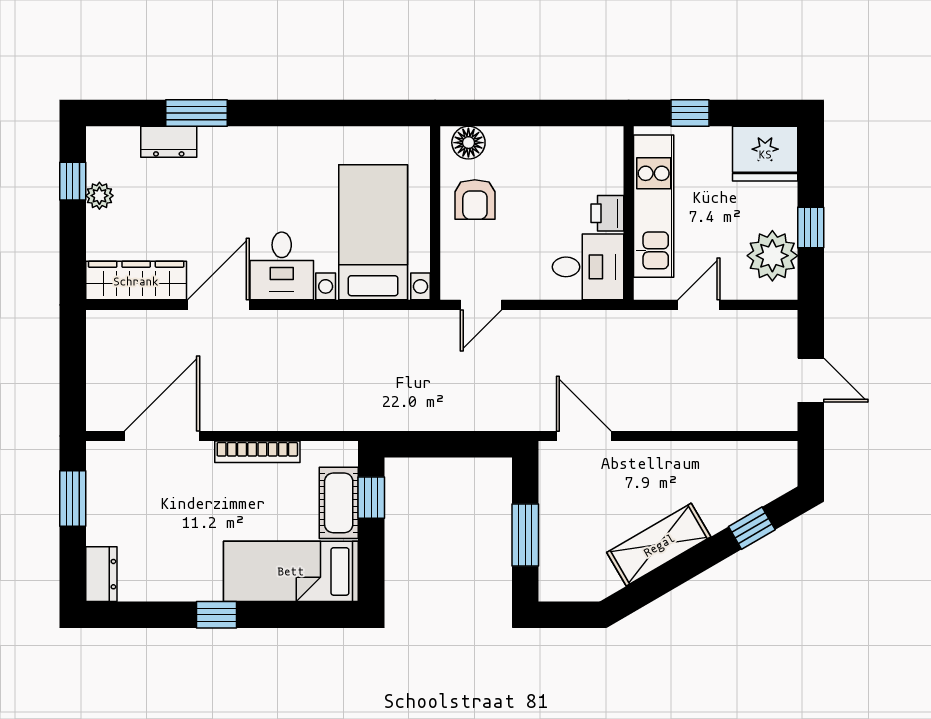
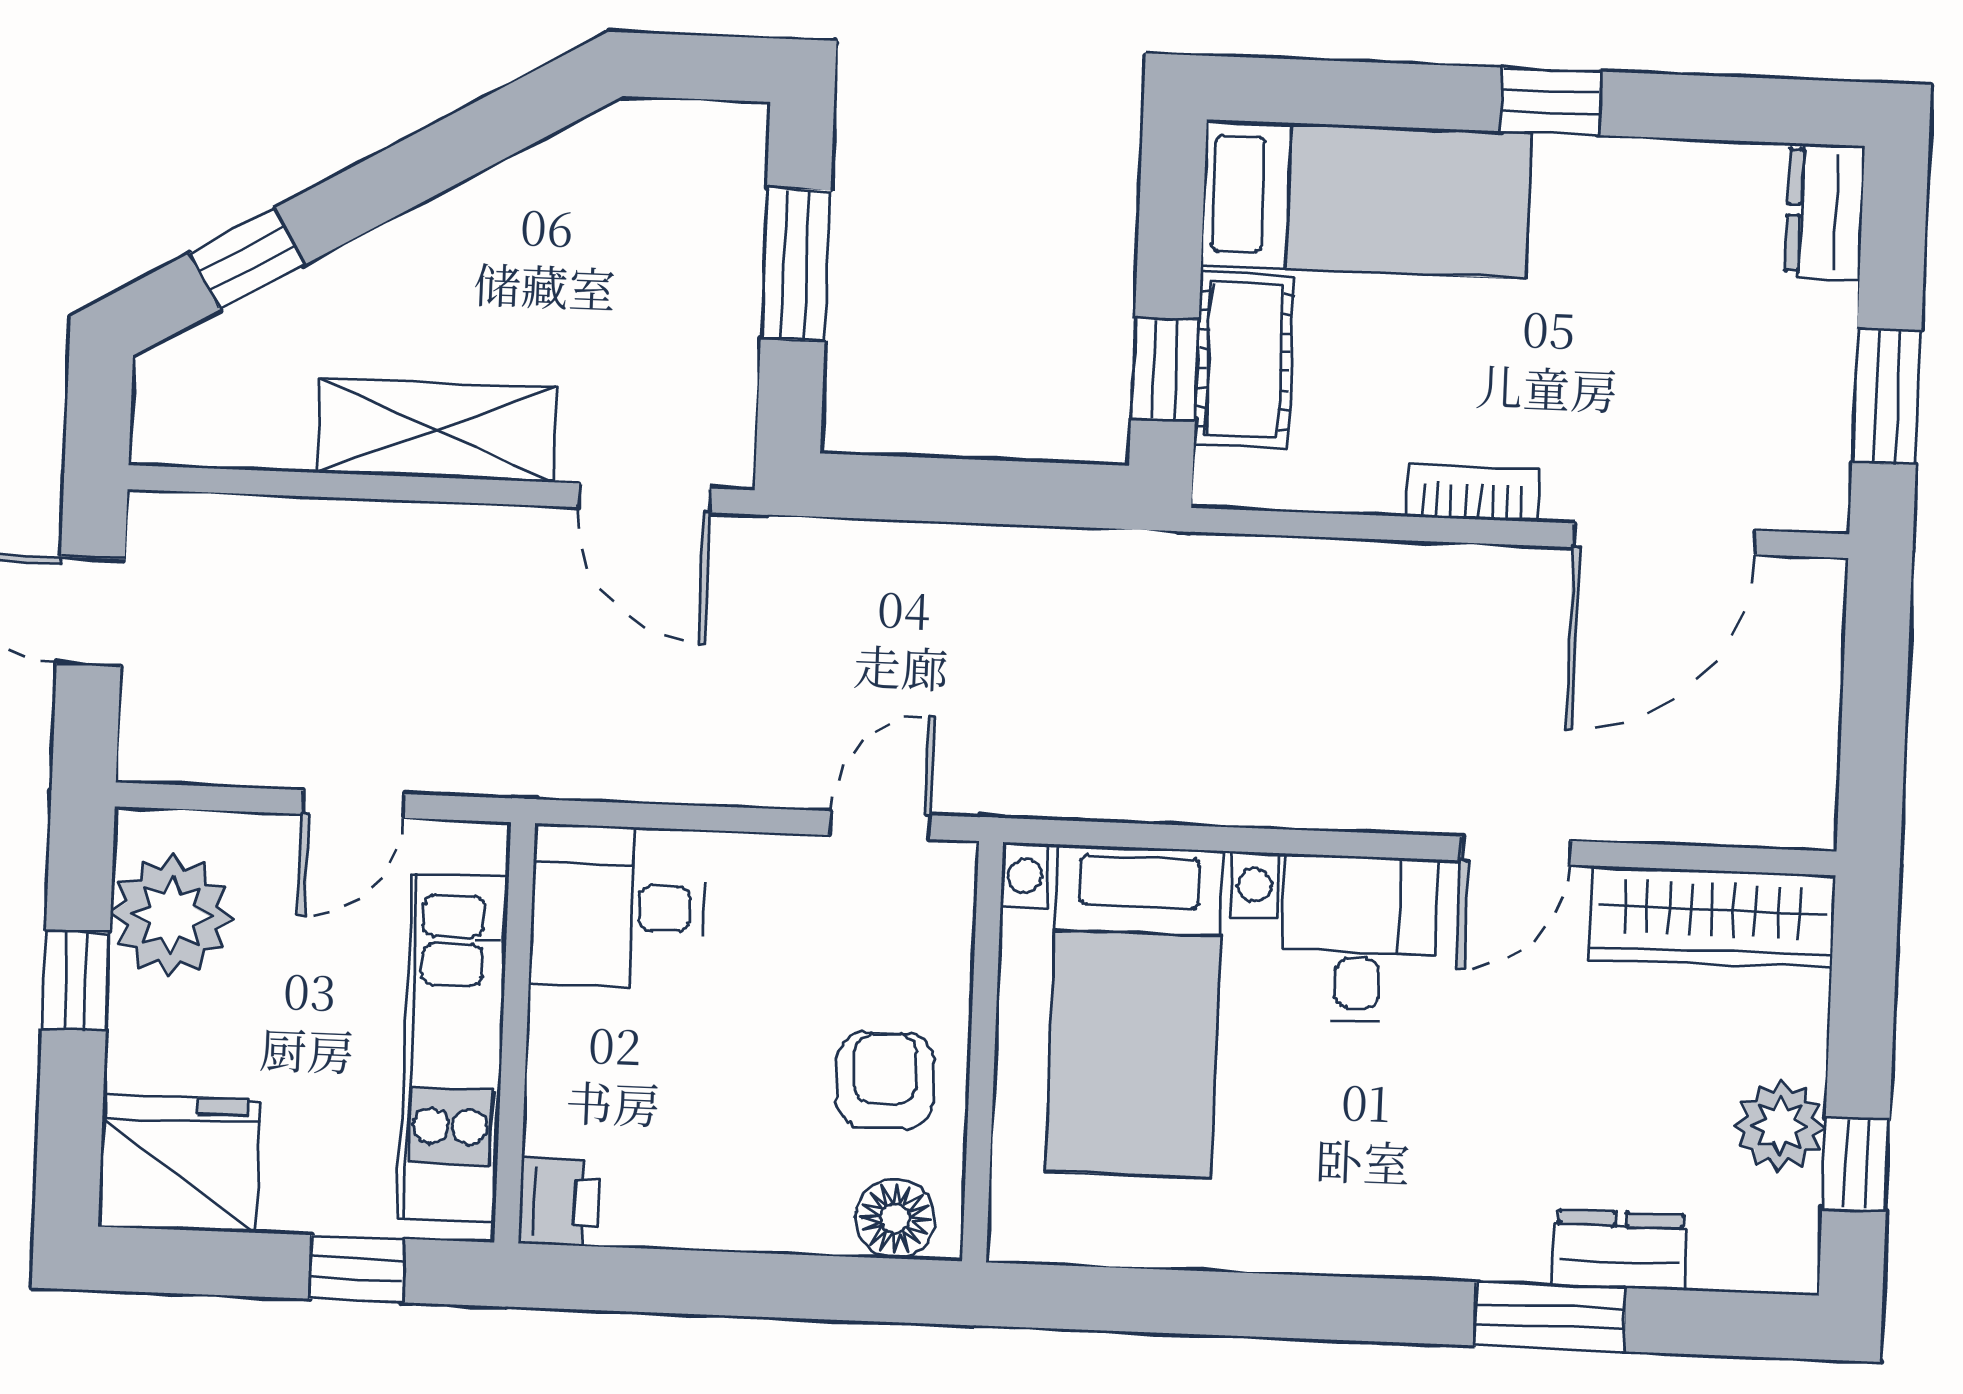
plant: (99, 196) -> (1780, 1126), width x1.38, depth x1.38
printer: (607, 213) -> (559, 1202), moved
door: (218, 305) -> (1516, 851), width x0.73
bookcase: (257, 452) -> (1473, 493), width x0.64
shelving: (659, 545) -> (436, 430), moved, turned 30

